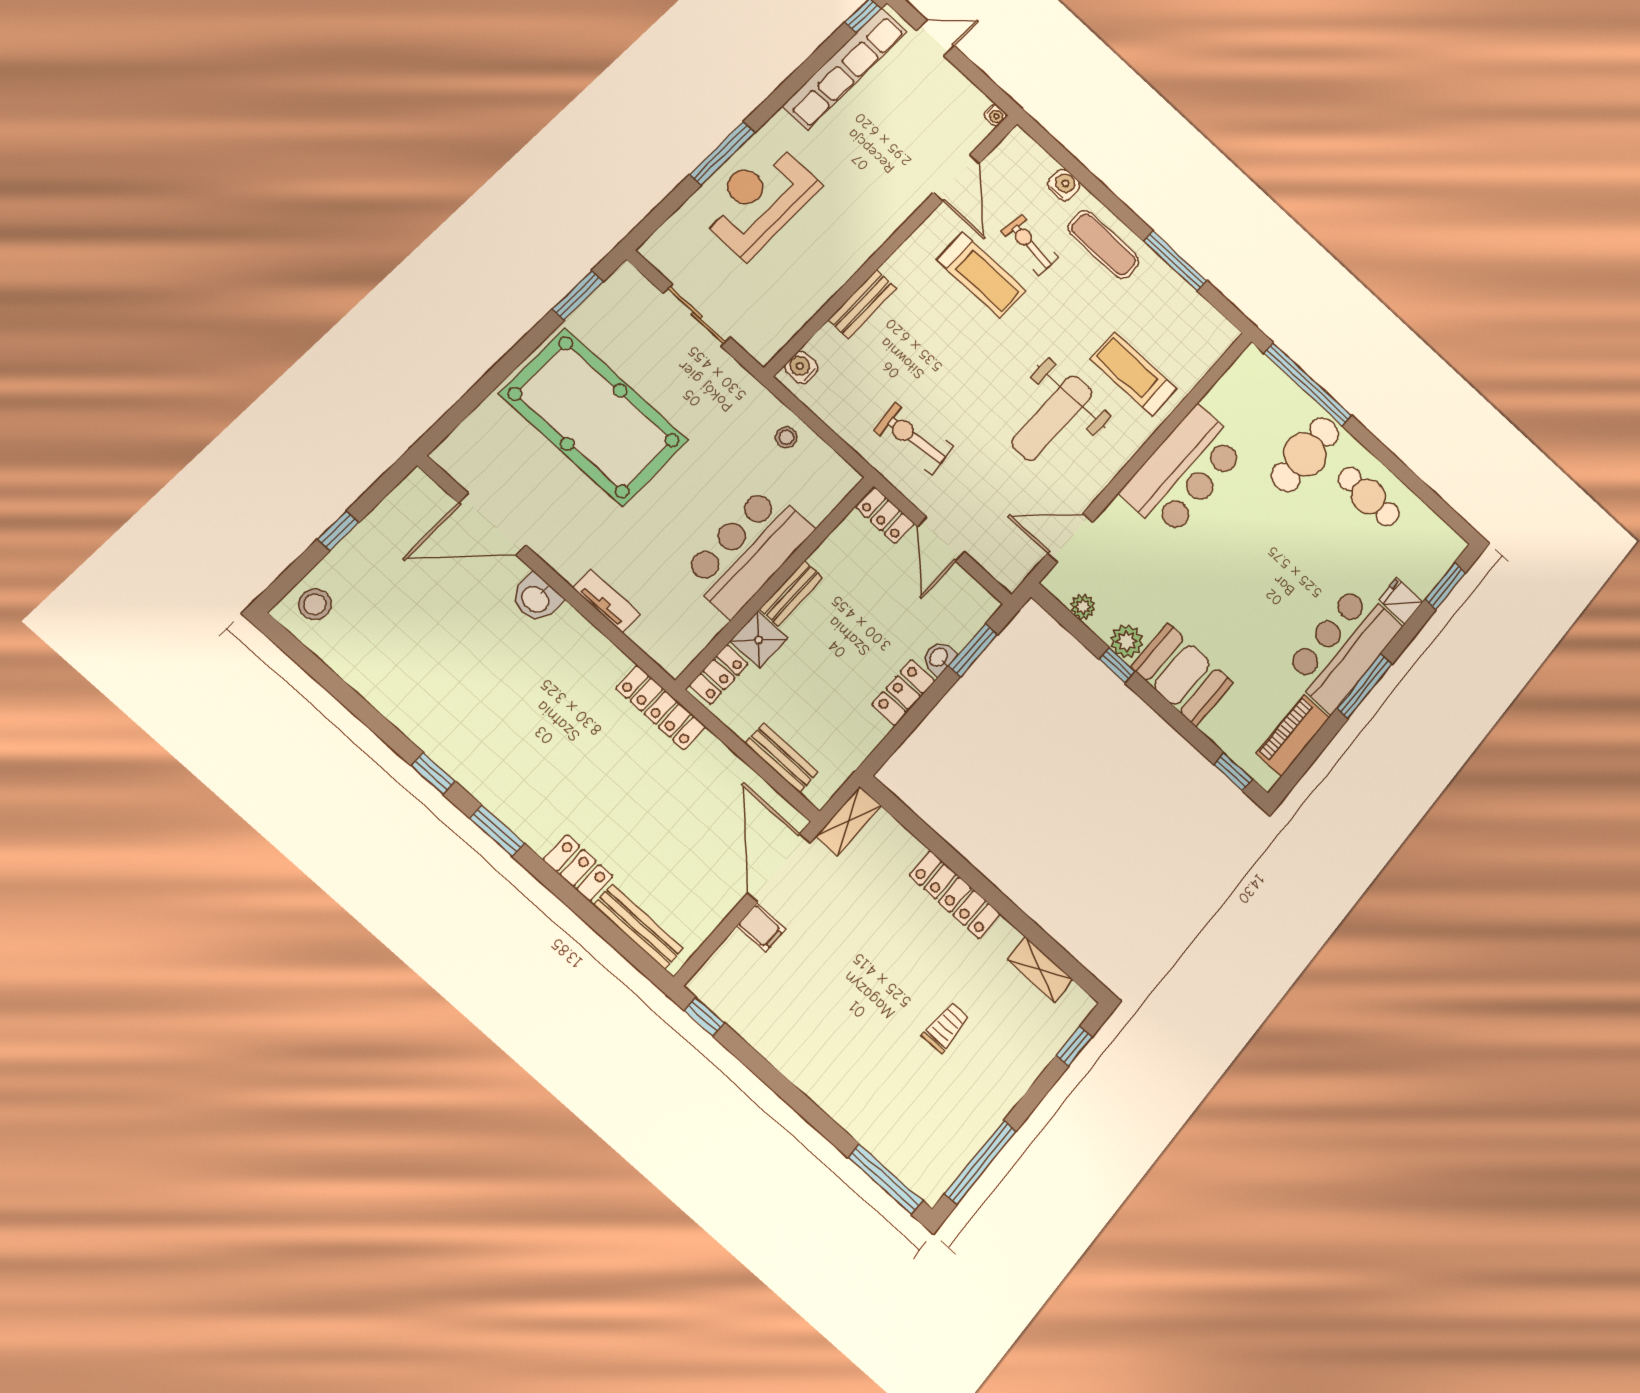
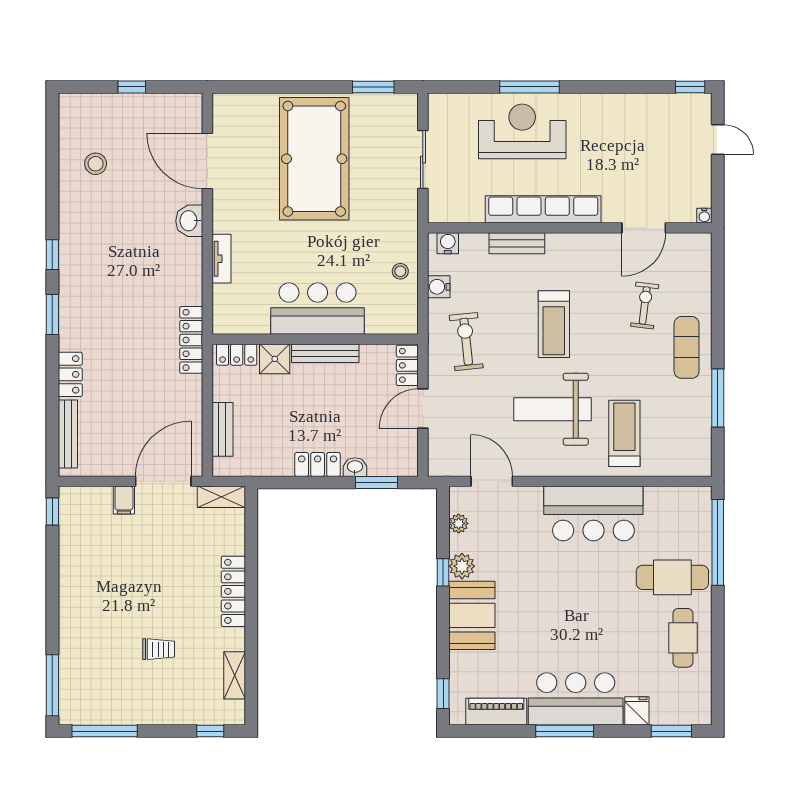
row of seats: (845, 69) -> (543, 209), moved, turned 180
water cooler: (1064, 185) -> (439, 287), moved, turned 180
treadmill: (981, 275) -> (554, 324), moved
bench: (791, 593) -> (325, 353), width x1.36
stool: (315, 604) -> (96, 164), moved

